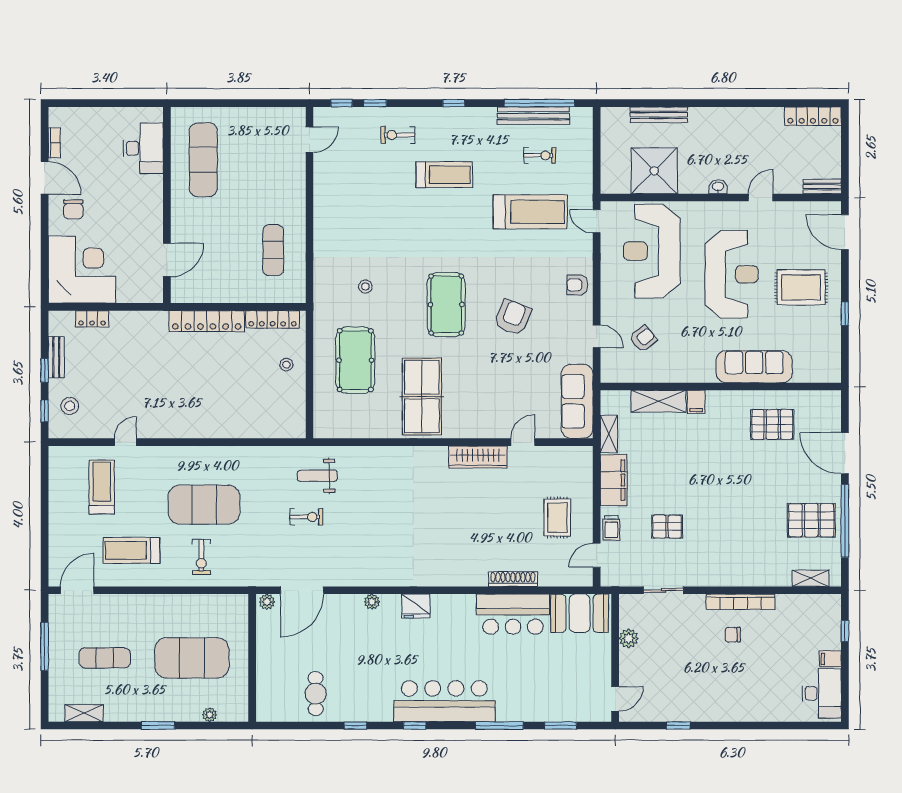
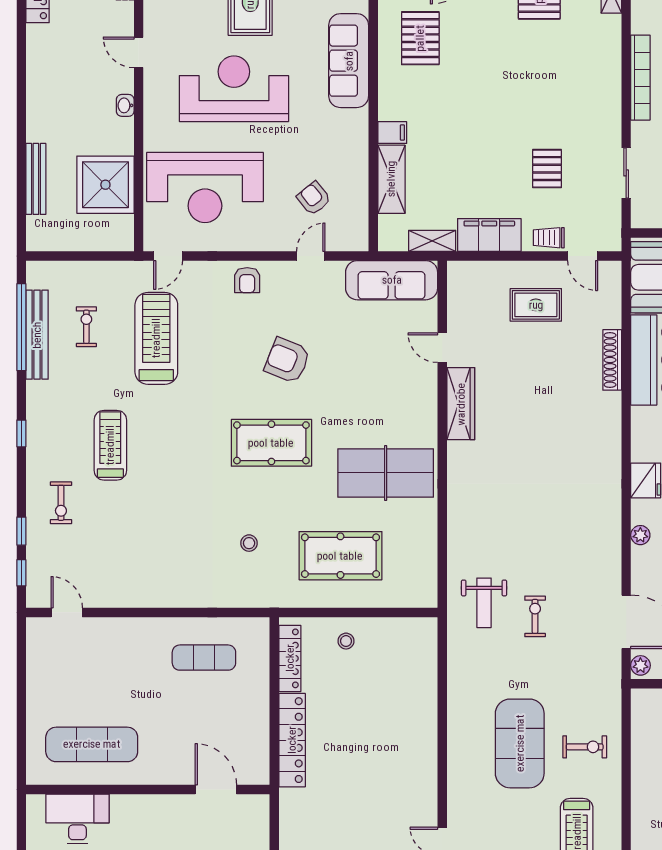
trolley: (611, 528) -> (549, 238), turned 180

